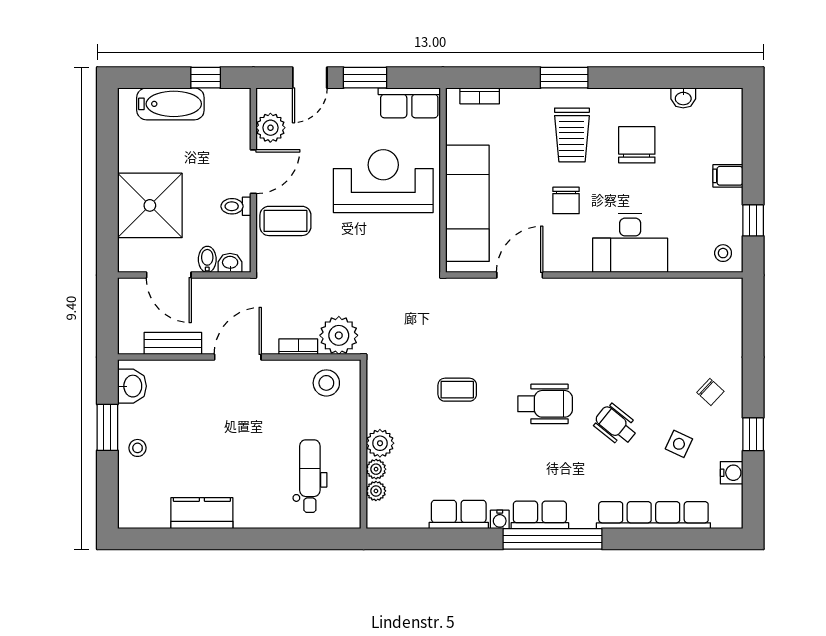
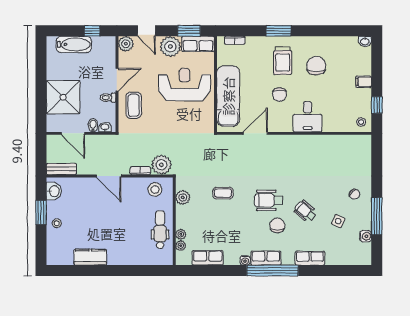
door: (310, 78) -> (146, 31), hinge flipped
window: (365, 78) -> (189, 31), moved
washbasin: (683, 98) -> (365, 41), moved
plant: (356, 108) -> (170, 47), added
plant: (270, 128) -> (126, 44), moved
coffee table: (285, 221) -> (134, 105), turned 90
desk: (630, 243) -> (308, 117), width x0.73
bench: (173, 343) -> (61, 169), moved
door: (238, 357) -> (109, 176), swing flipped
wheelchair: (545, 404) -> (269, 200), turned 180
window: (753, 434) -> (377, 216), width x2.17
plant: (380, 443) -> (183, 197), moved
chair: (562, 452) -> (277, 225), added
dental chair: (310, 476) -> (160, 230), moved
row of seats: (459, 515) -> (208, 258), moved
row of seats: (653, 515) -> (310, 258), width x0.50

